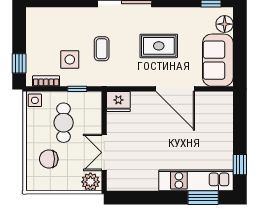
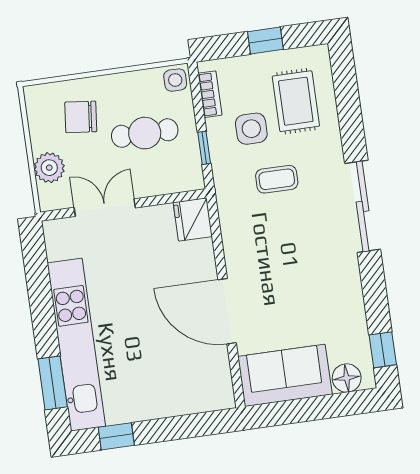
rug: (159, 46) -> (296, 101), moved
window: (19, 63) -> (265, 40), moved
door: (175, 89) -> (227, 311), hinge flipped
chair: (49, 159) -> (81, 117), turned -84
kitchen unit: (196, 180) -> (76, 345), width x1.36
plant: (90, 182) -> (49, 168), moved

